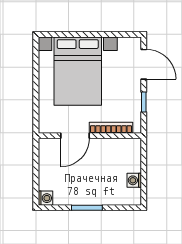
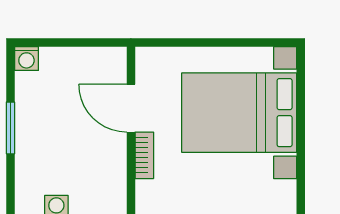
bookcase: (111, 128) -> (144, 155), width x0.64

